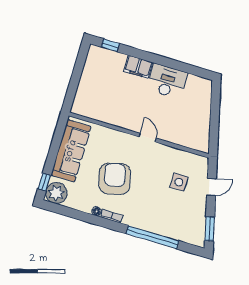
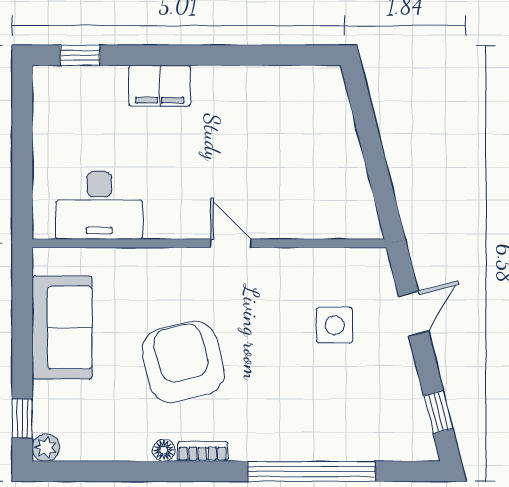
desk: (167, 81) -> (99, 205), moved, turned 180
sofa: (71, 151) -> (62, 327), width x0.73
plant: (56, 193) -> (46, 448), width x0.53, depth x0.53
window: (210, 229) -> (438, 412), width x0.67

